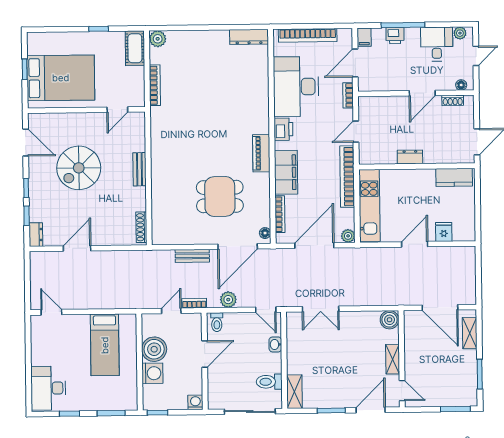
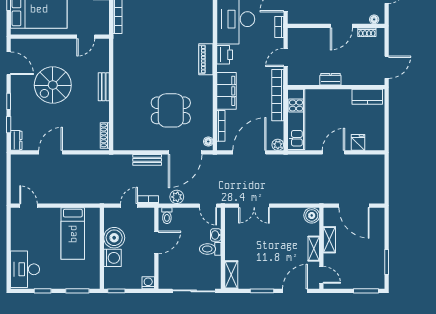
piano: (261, 153) -> (206, 59), moved
shelving: (470, 333) -> (329, 240), moved
toilet: (269, 382) -> (210, 249), moved

